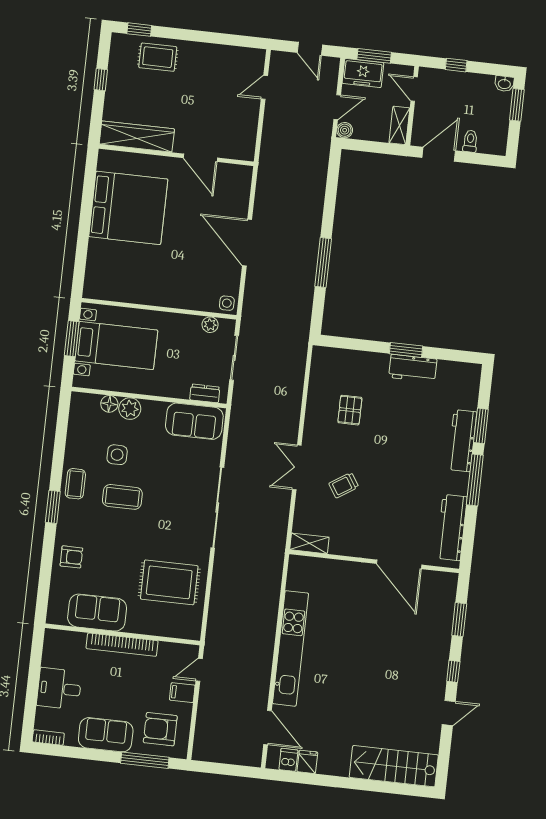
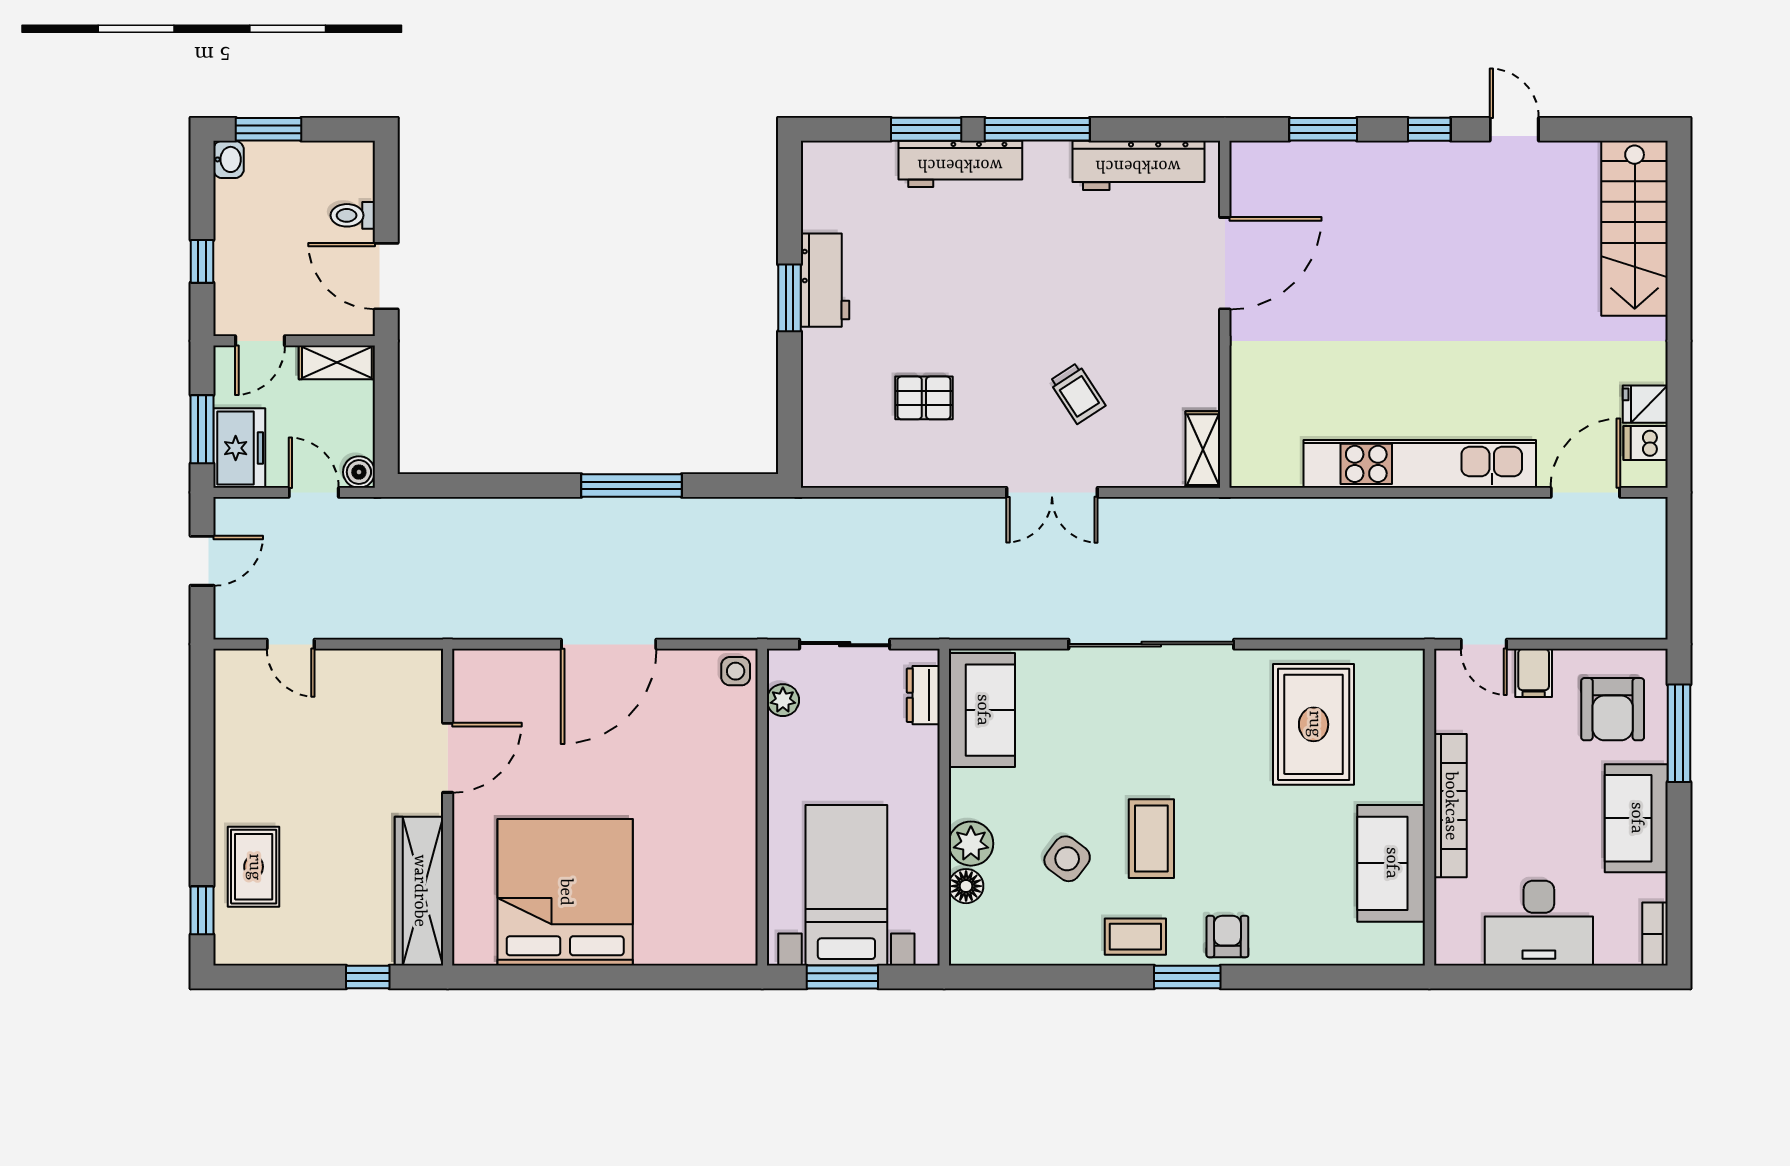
window: (101, 80) -> (368, 977), moved
side table: (117, 455) -> (1067, 859), turned 37
armchair: (71, 557) -> (1227, 936), moved
desk: (59, 689) -> (1539, 923), width x1.37

